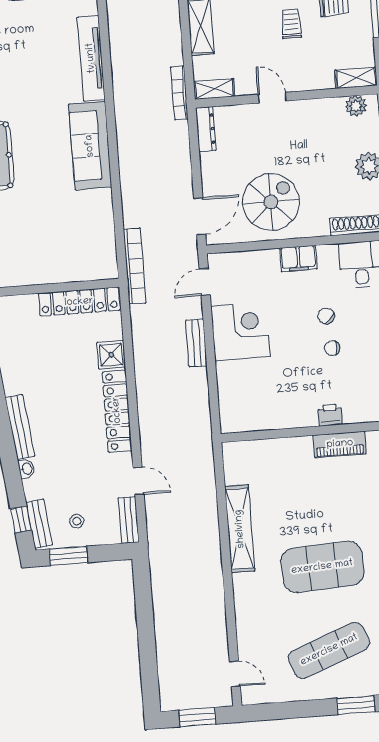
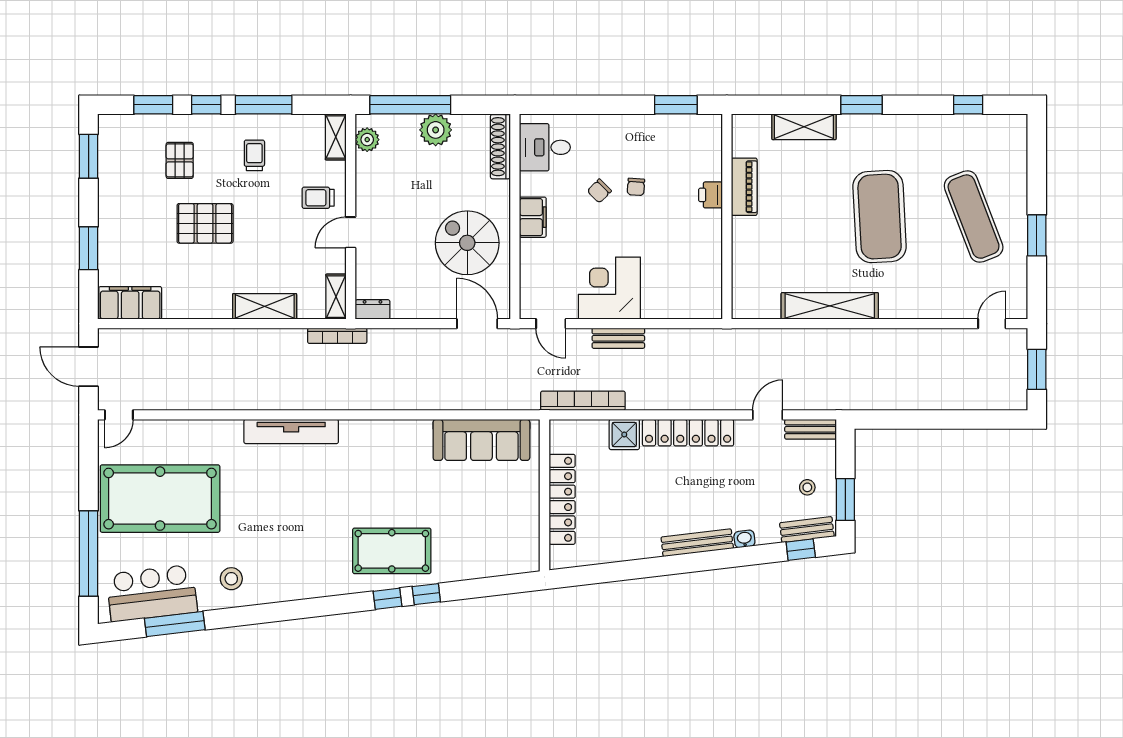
trolley: (291, 24) -> (318, 198), moved
dresser: (206, 129) -> (373, 309), width x0.70
sofa: (90, 146) -> (481, 440), moved
bookcase: (135, 266) -> (583, 401), moved
locker: (79, 302) -> (562, 499), moved
window: (356, 705) -> (1037, 235), moved

